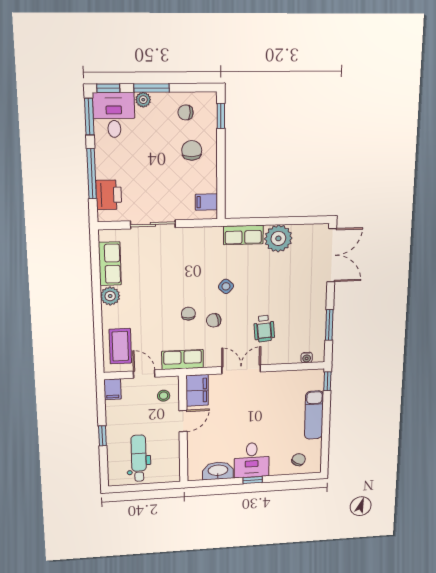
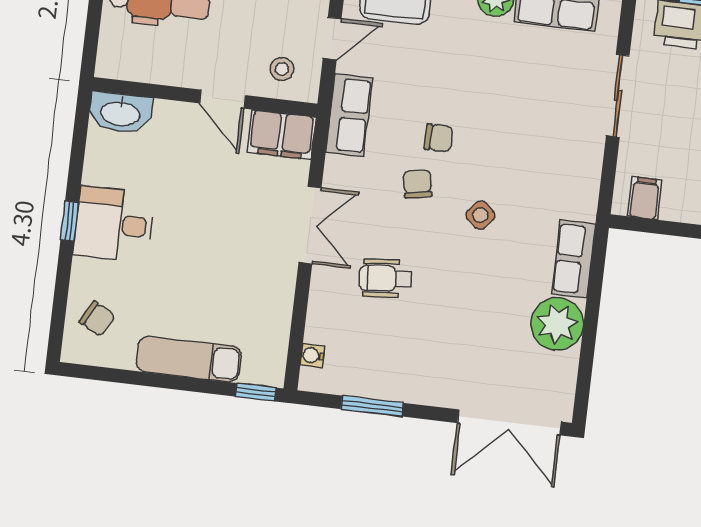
washbasin: (218, 471) -> (120, 113), moved, turned 90

